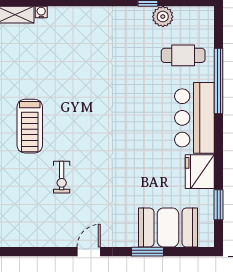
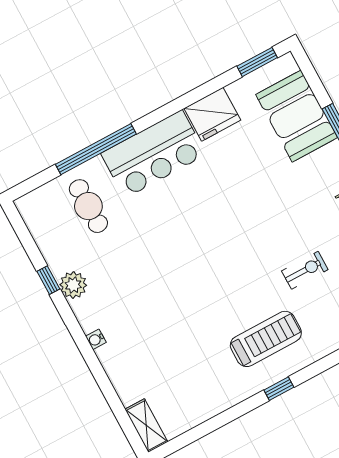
water cooler: (41, 12) -> (96, 339), moved
plant: (163, 17) -> (73, 285), moved
window: (219, 205) -> (257, 62), moved

